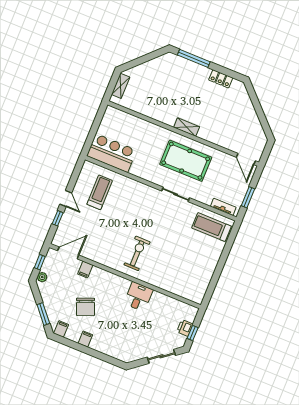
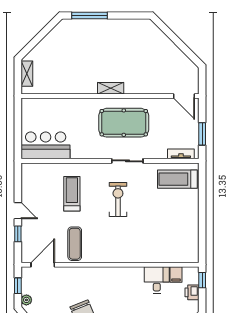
locker: (221, 79) -> (125, 25), removed
treadmill: (100, 192) -> (72, 194), moved
exercise mat: (102, 246) -> (75, 244), added
exercise bike: (137, 253) -> (118, 200), moved
filing cabinet: (85, 270) -> (176, 274), moved
desk: (138, 297) -> (157, 280), moved
window: (193, 333) -> (202, 280), moved

